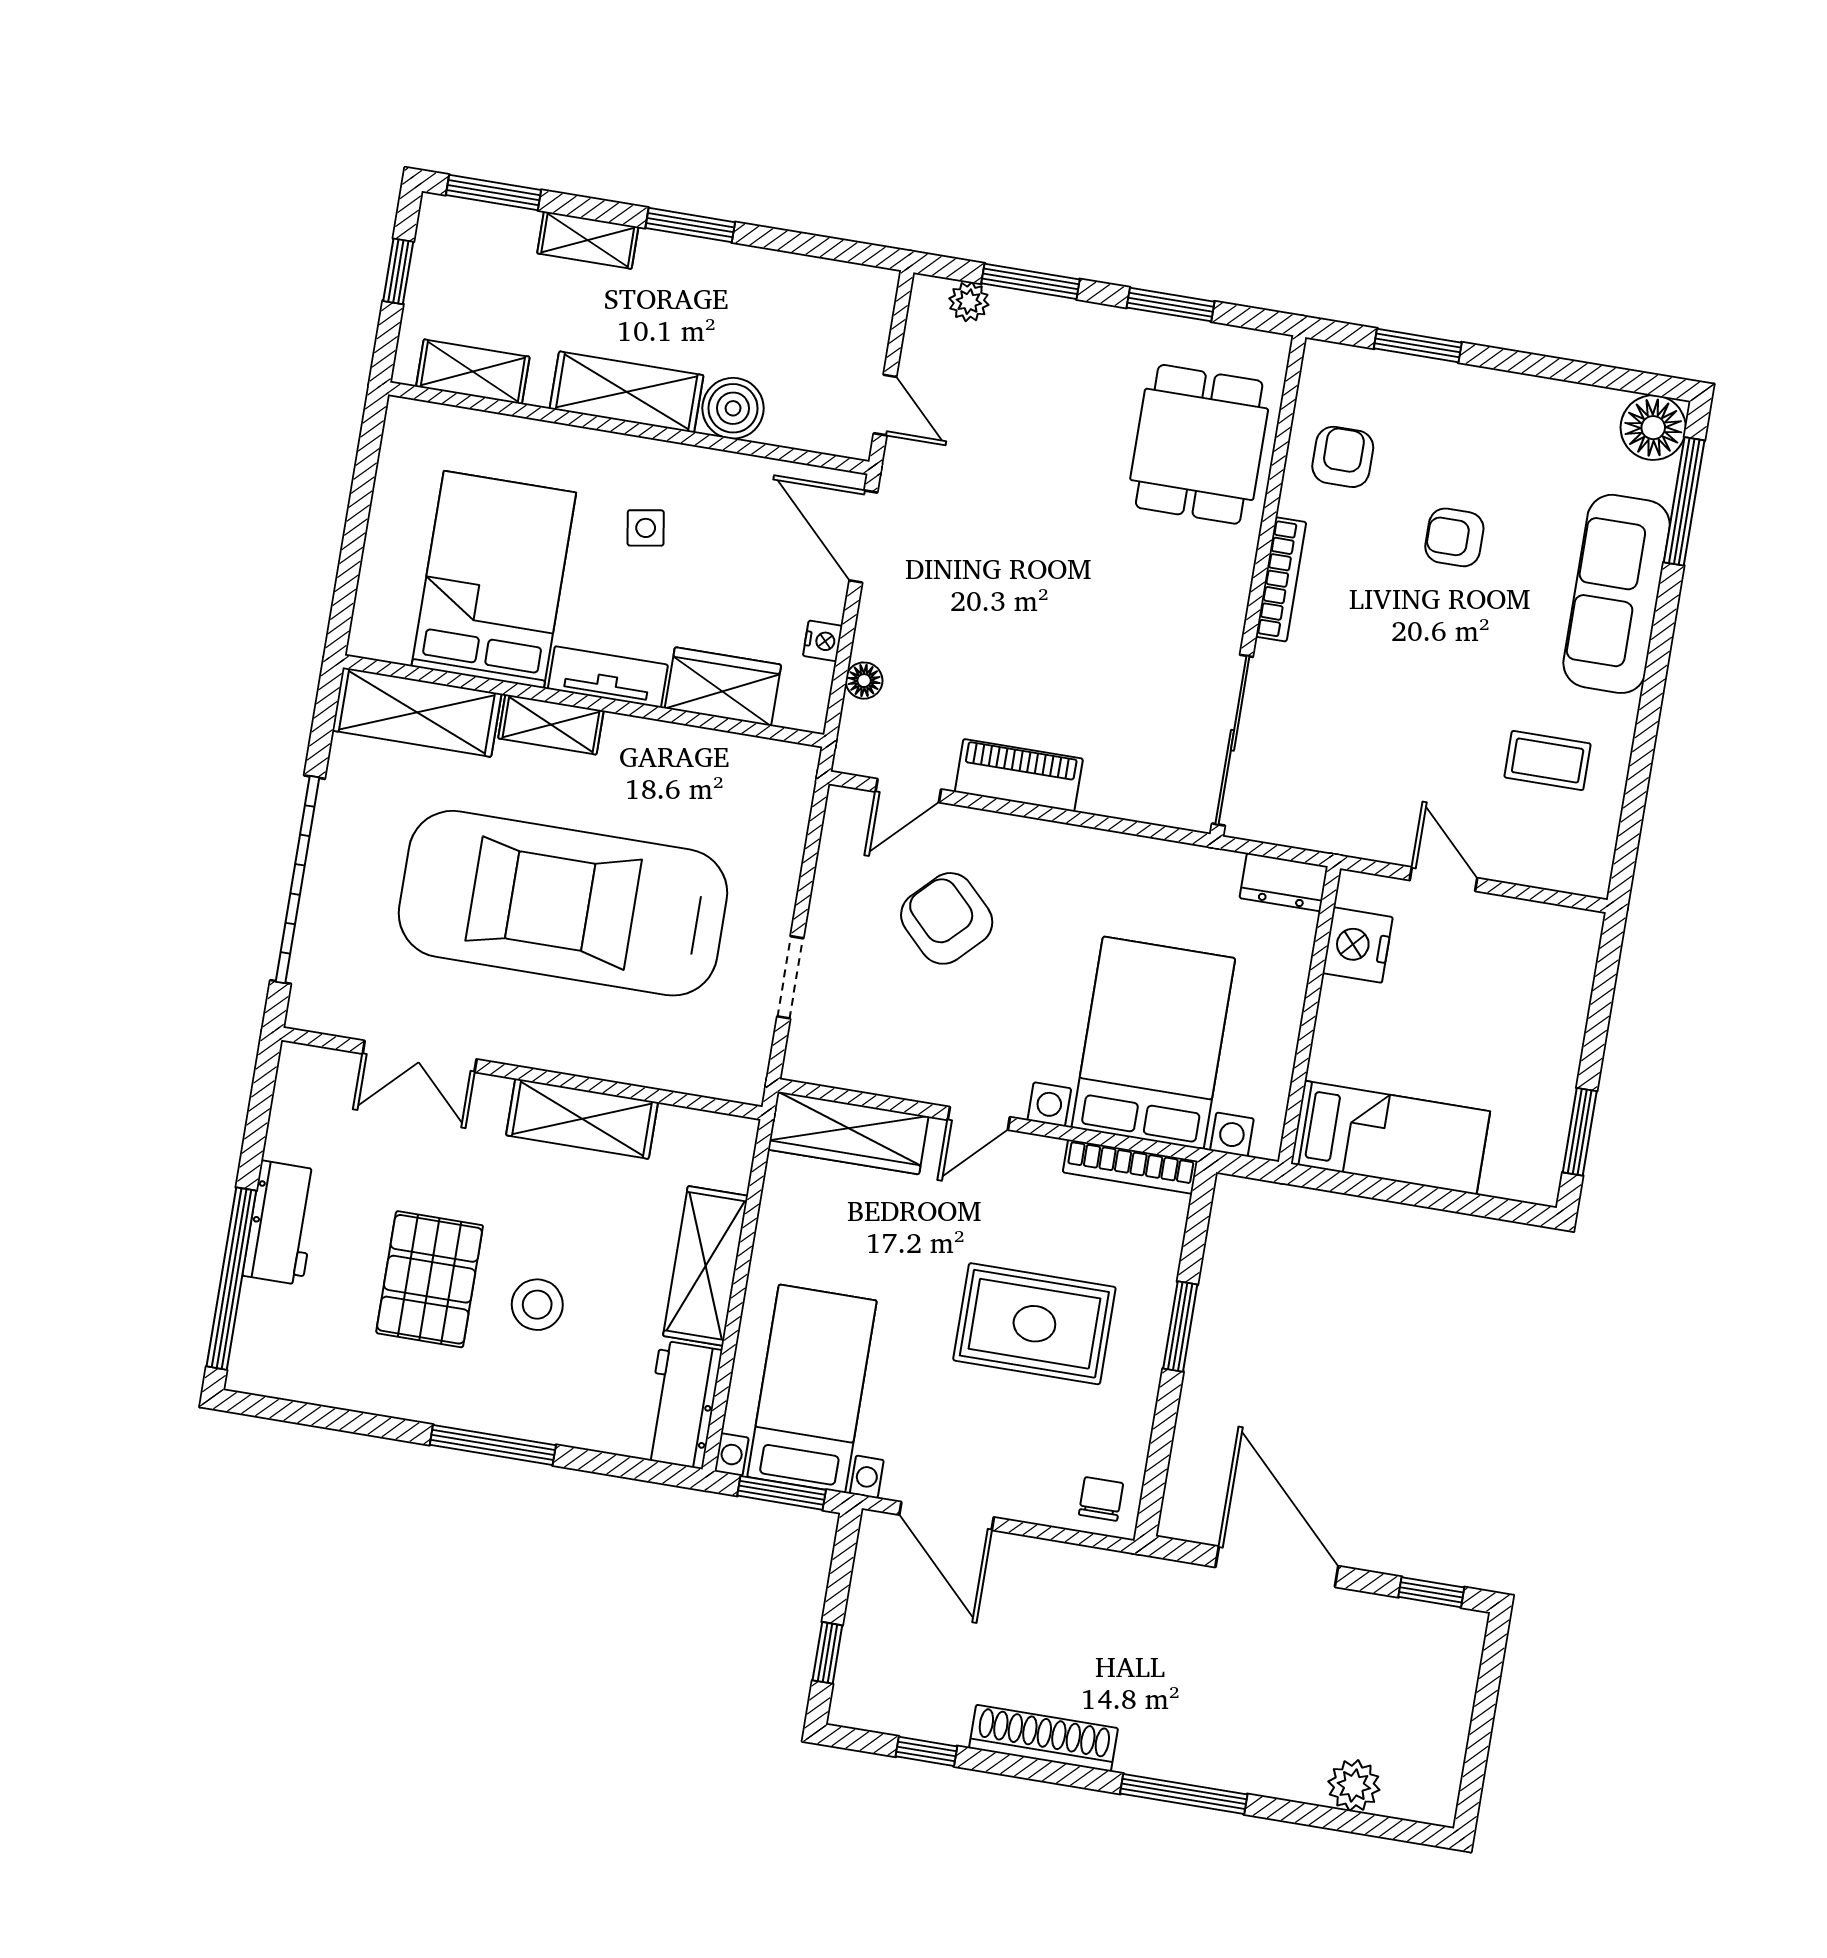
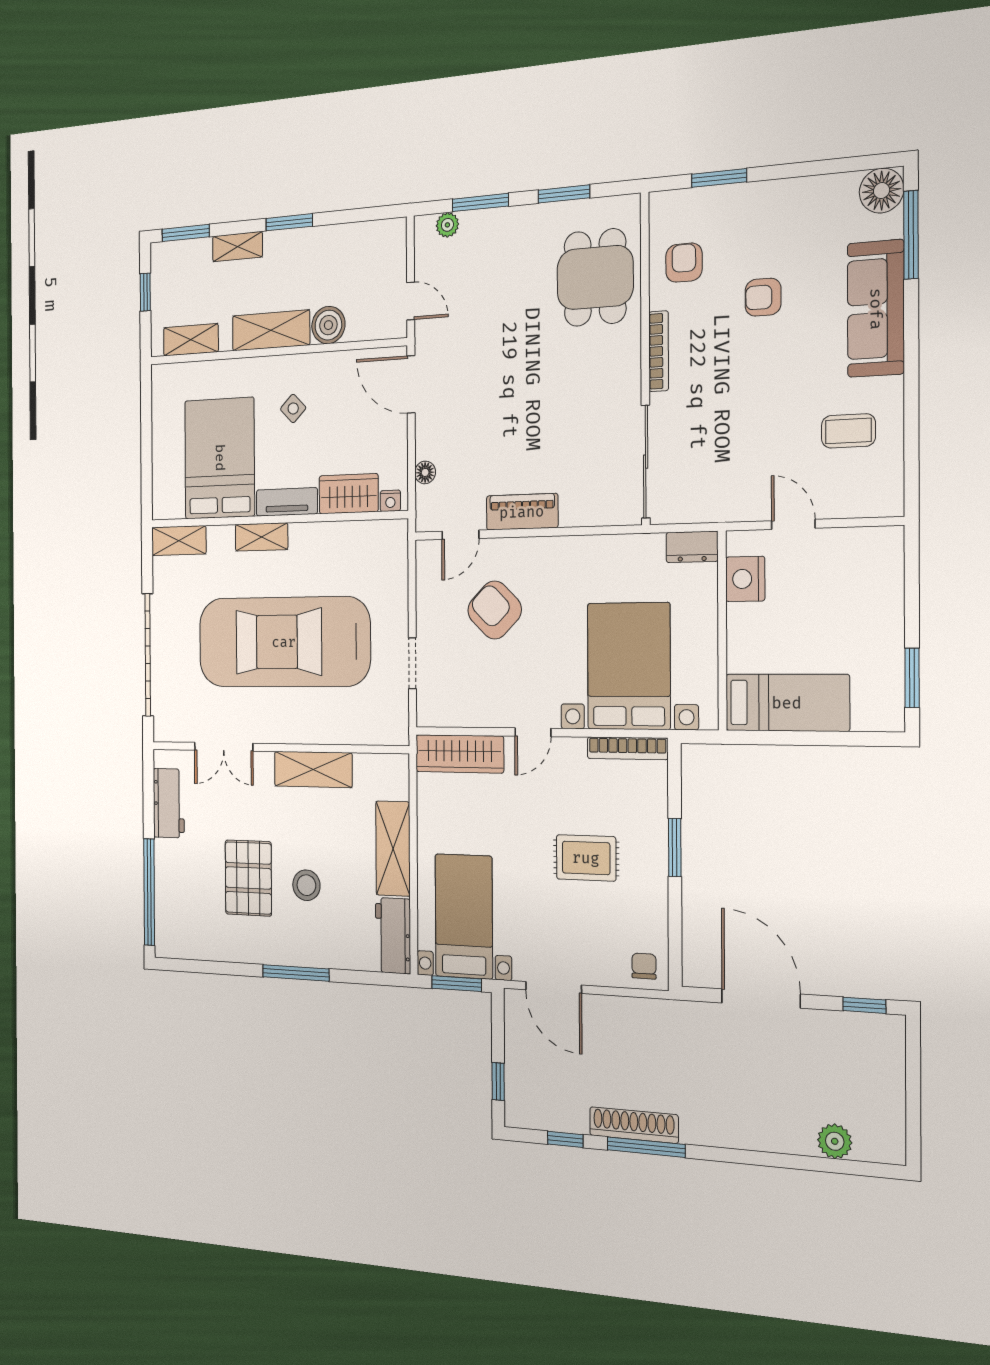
side table: (646, 528) -> (293, 408), turned -36
nightstand: (823, 641) -> (390, 501), moved, turned 90
shelving: (417, 712) -> (179, 541), width x0.67, depth x0.75
workbench: (282, 1223) -> (169, 803), moved
rug: (1034, 1324) -> (586, 858), width x0.73, depth x0.70
window: (1184, 1794) -> (646, 1147), moved

